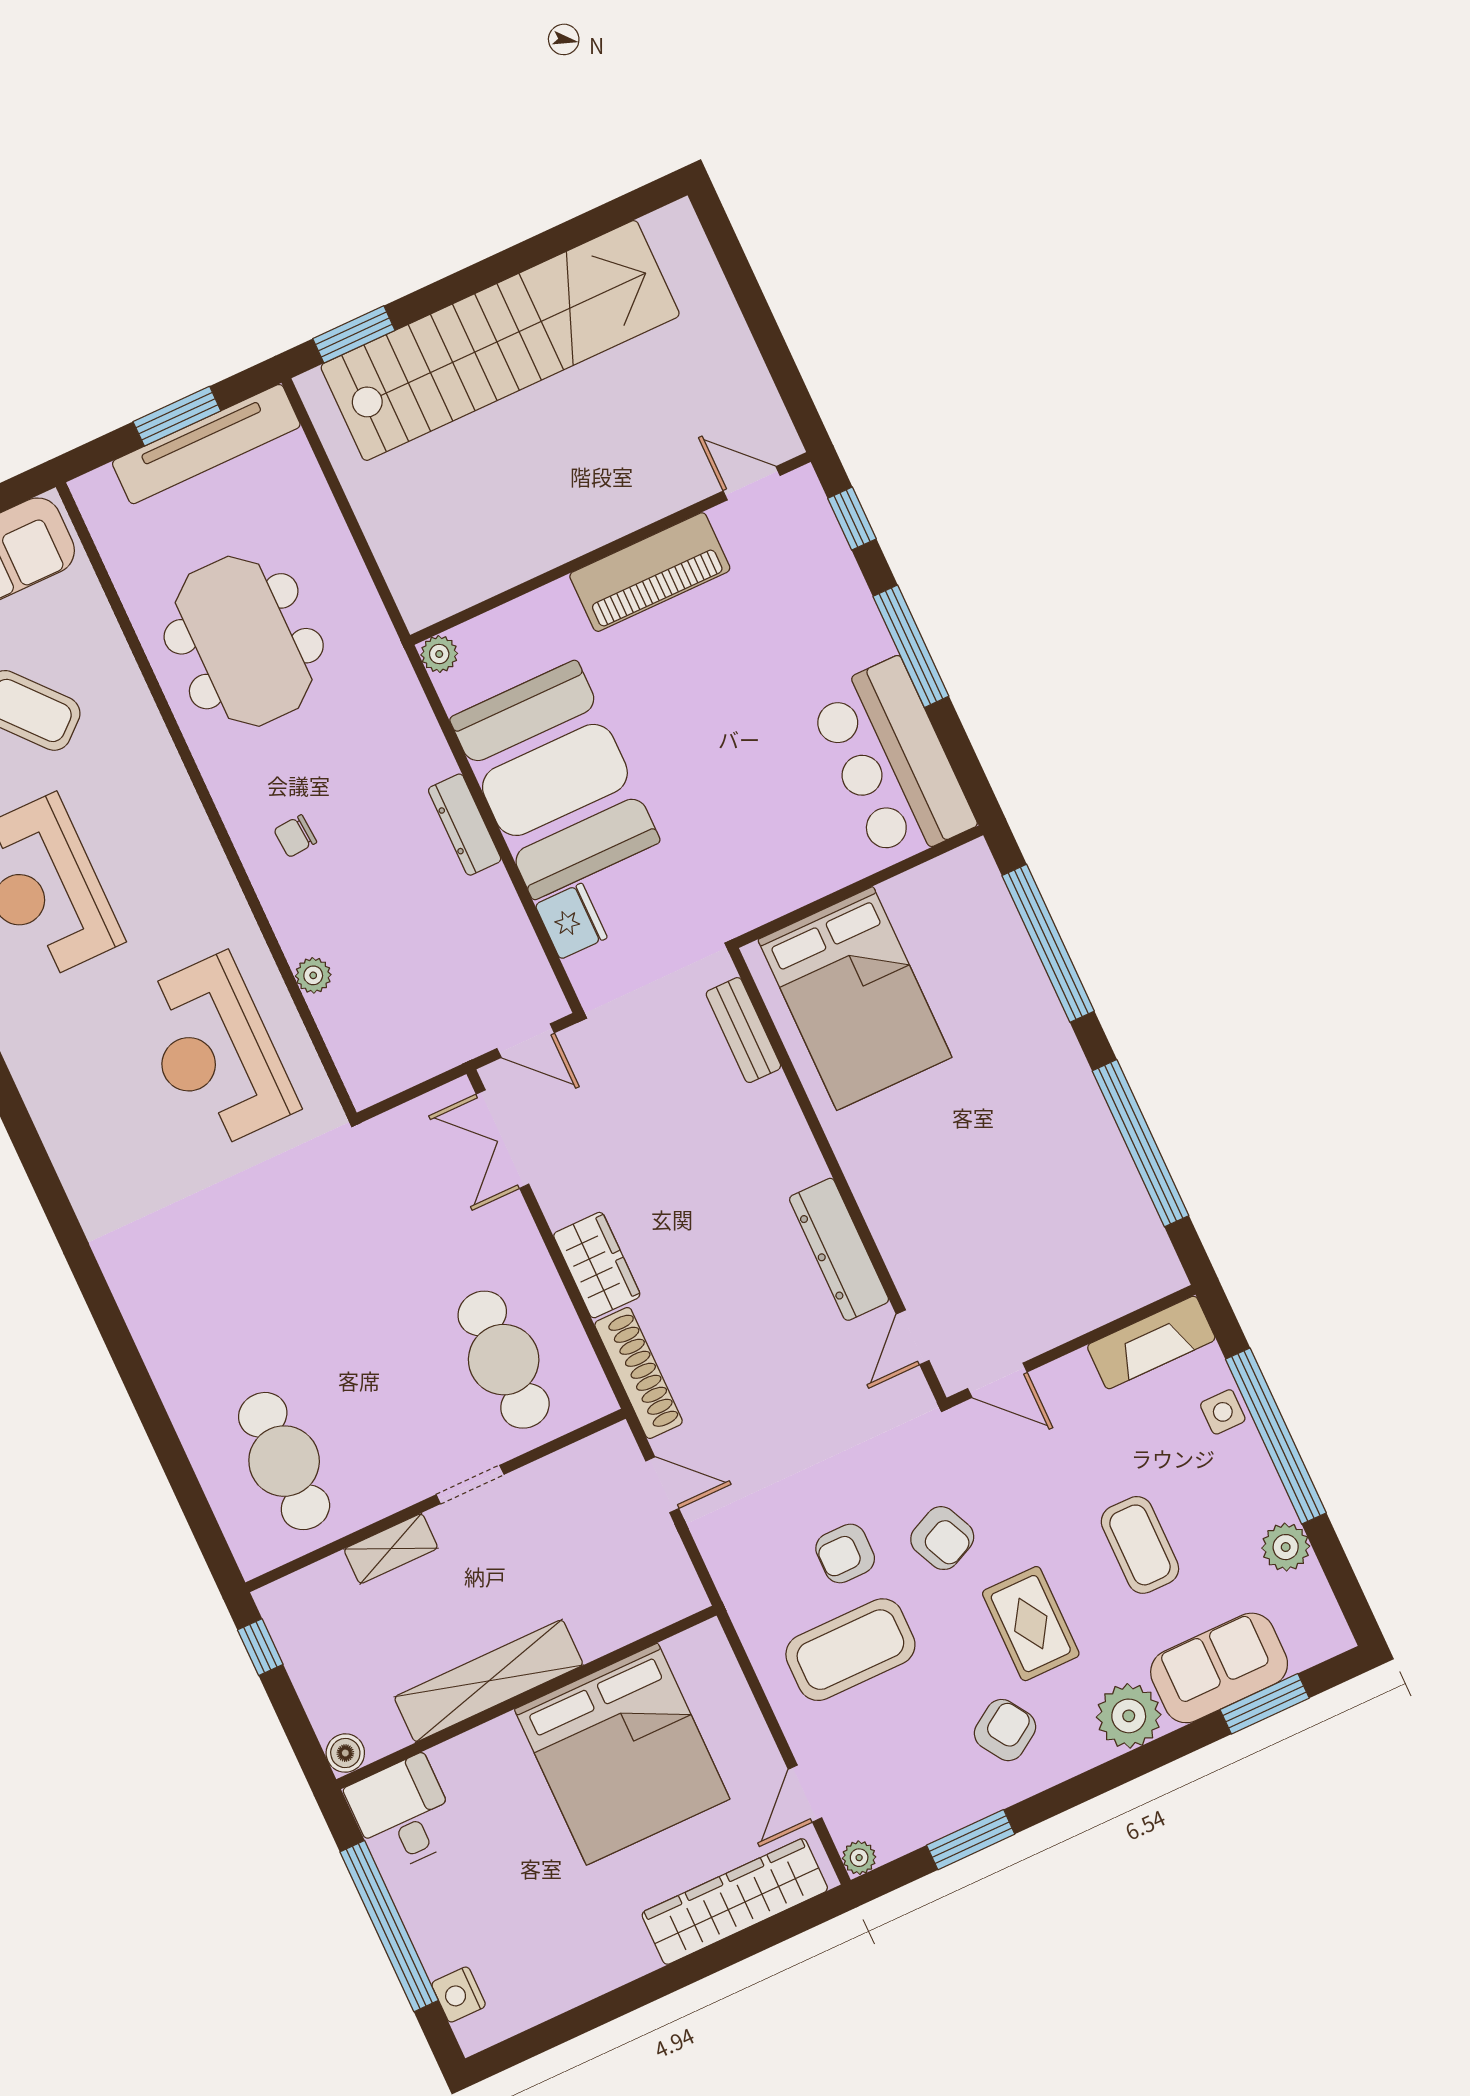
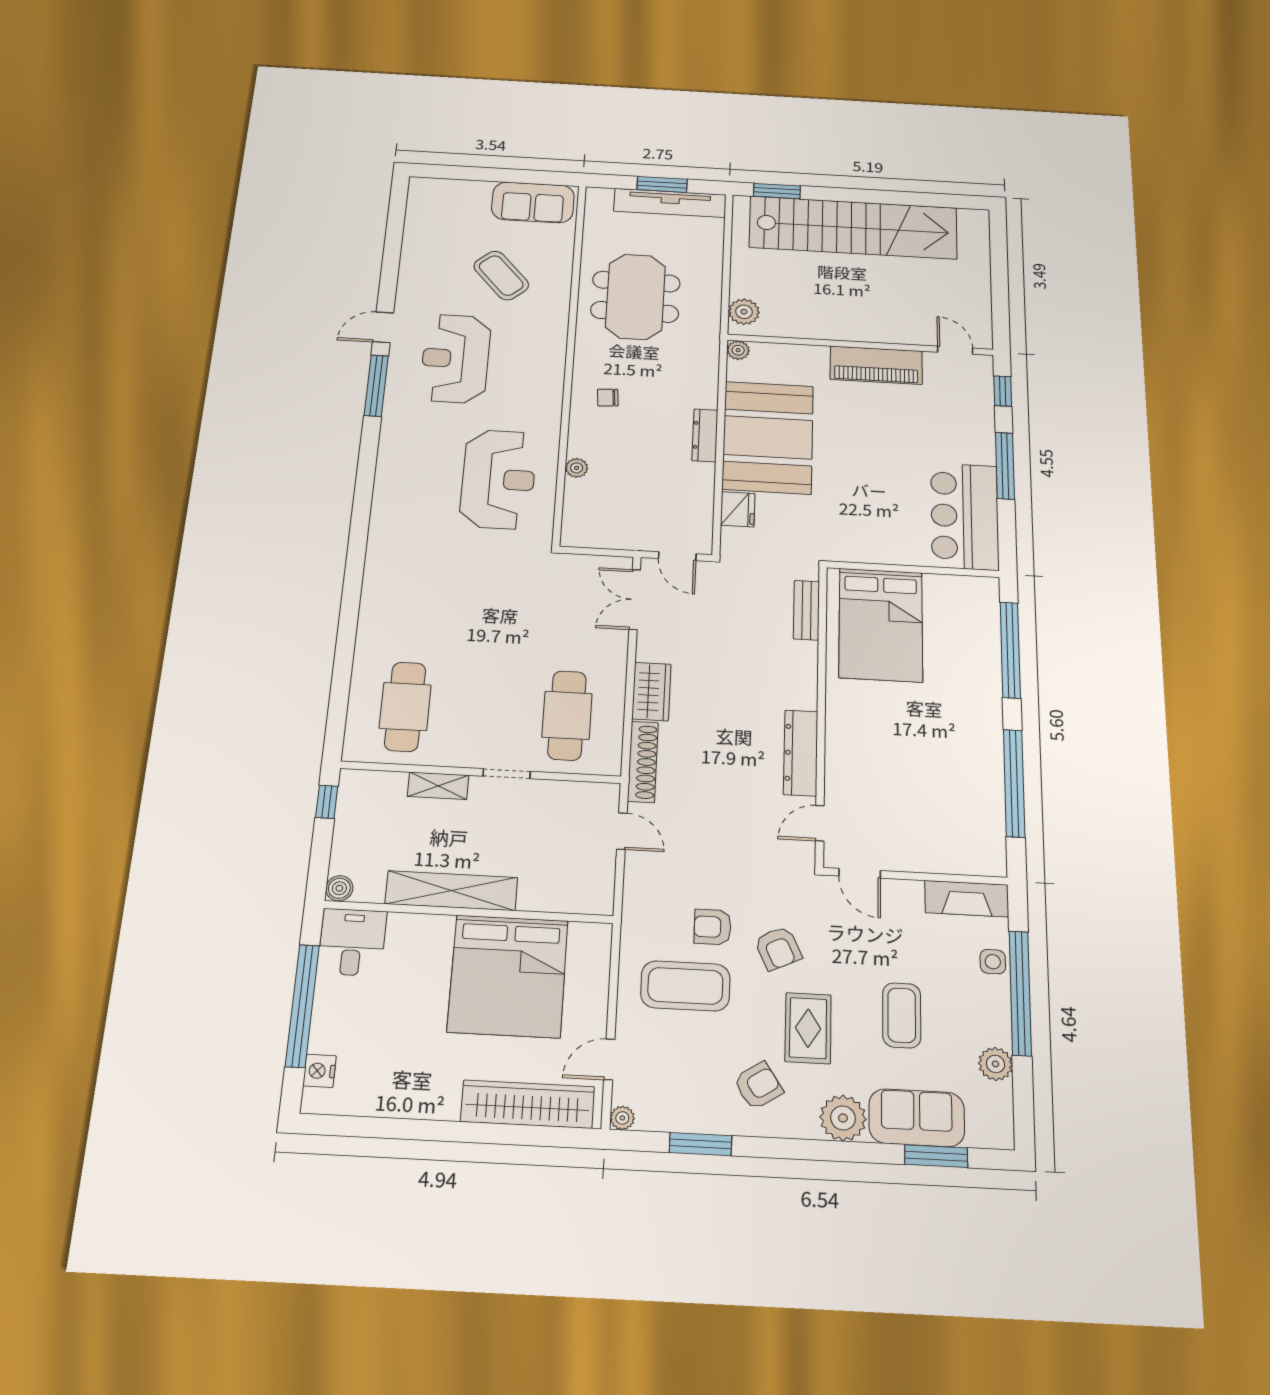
plant: (414, 582) -> (744, 312), added
reception desk: (215, 1052) -> (498, 479), turned 180

